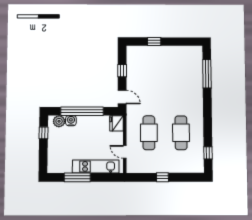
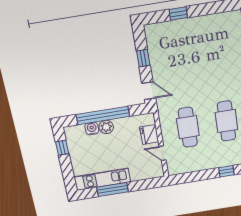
plant: (59, 121) -> (106, 127), moved
fridge: (116, 123) -> (149, 134), moved
kitchen unit: (96, 166) -> (102, 179), moved
window: (162, 177) -> (226, 171), moved

